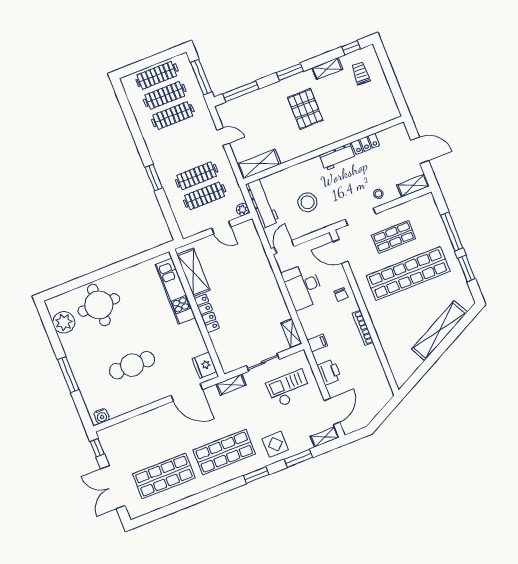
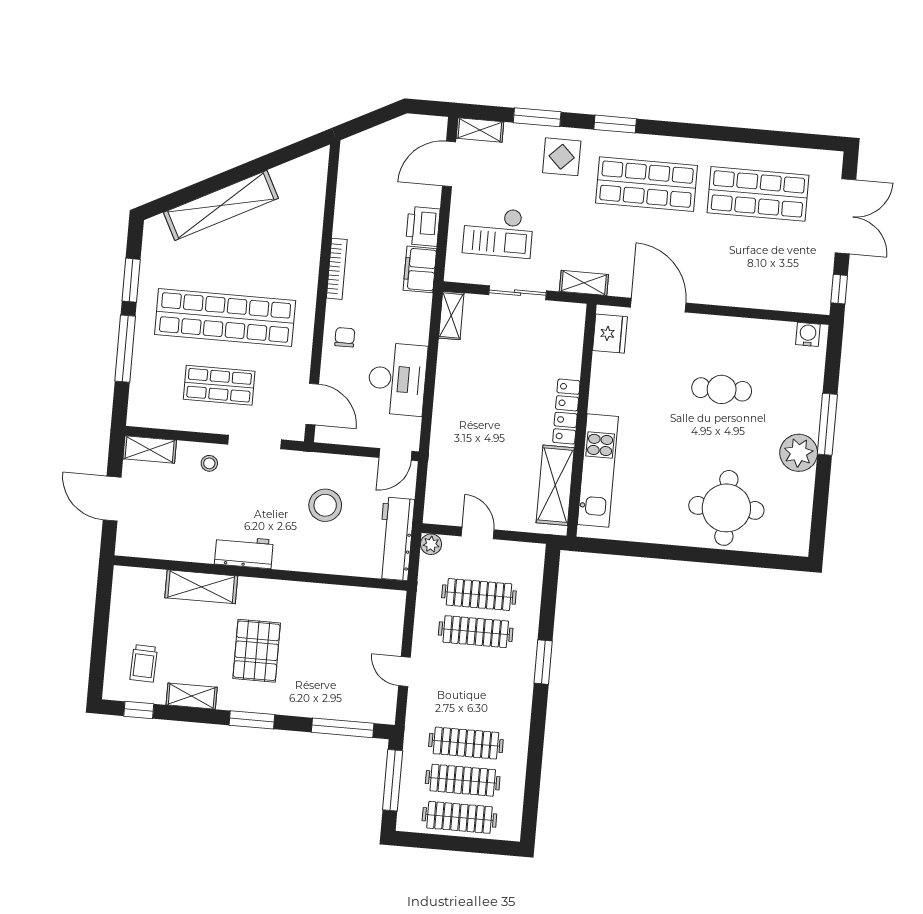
locker: (365, 144) -> (191, 550), removed
shelving: (259, 164) -> (201, 587), moved
plant: (64, 322) -> (799, 453), moved
filing cabinet: (317, 343) -> (420, 269), width x2.00
cafe table: (132, 365) -> (722, 389), width x0.73, depth x0.74

